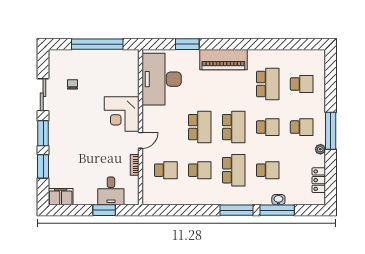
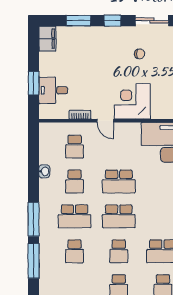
chair: (73, 84) -> (140, 54), moved
window: (43, 133) -> (112, 21), width x0.67
washbasin: (278, 200) -> (44, 171), moved

